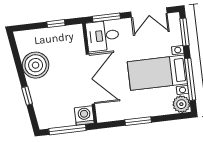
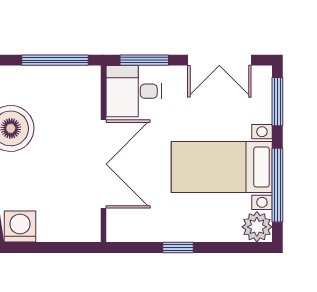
window: (56, 24) -> (55, 60), width x2.17
washing machine: (84, 116) -> (20, 227), moved
window: (138, 121) -> (178, 247), width x0.67
window: (67, 130) -> (53, 247), removed

